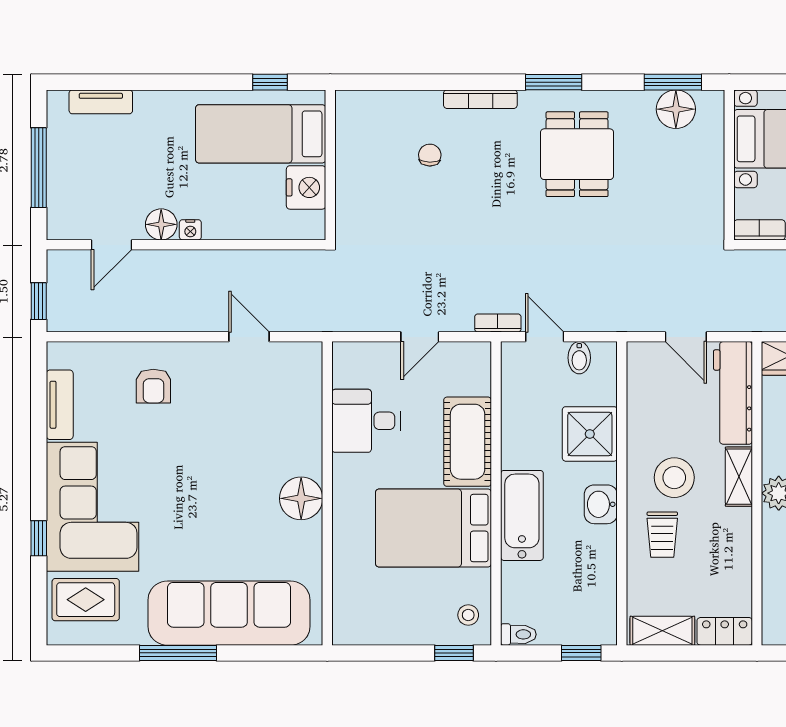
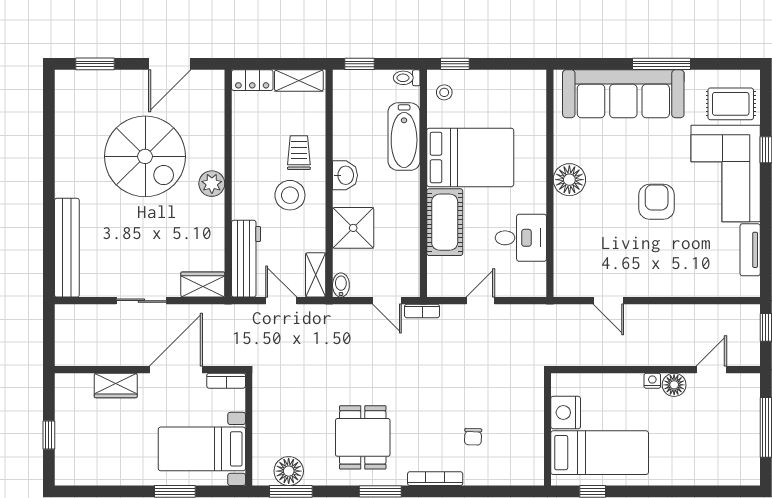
tv unit: (101, 102) -> (719, 477), removed
bidet: (579, 358) -> (341, 285), moved
armchair: (153, 386) -> (657, 202), moved, width x1.38, depth x1.38
shelving: (739, 477) -> (316, 275), moved
bathtub: (522, 515) -> (404, 137), moved

